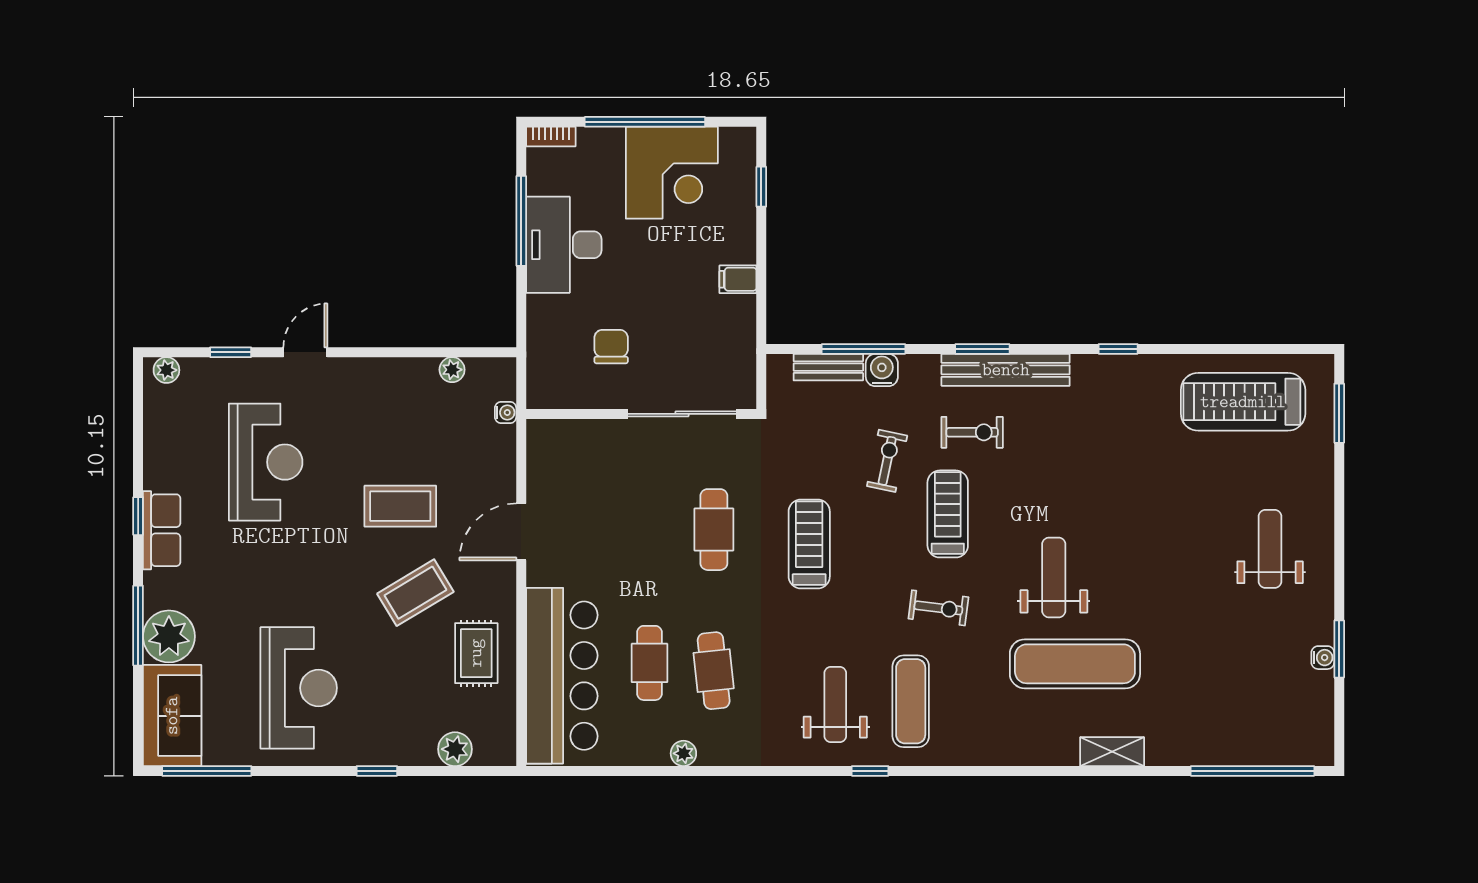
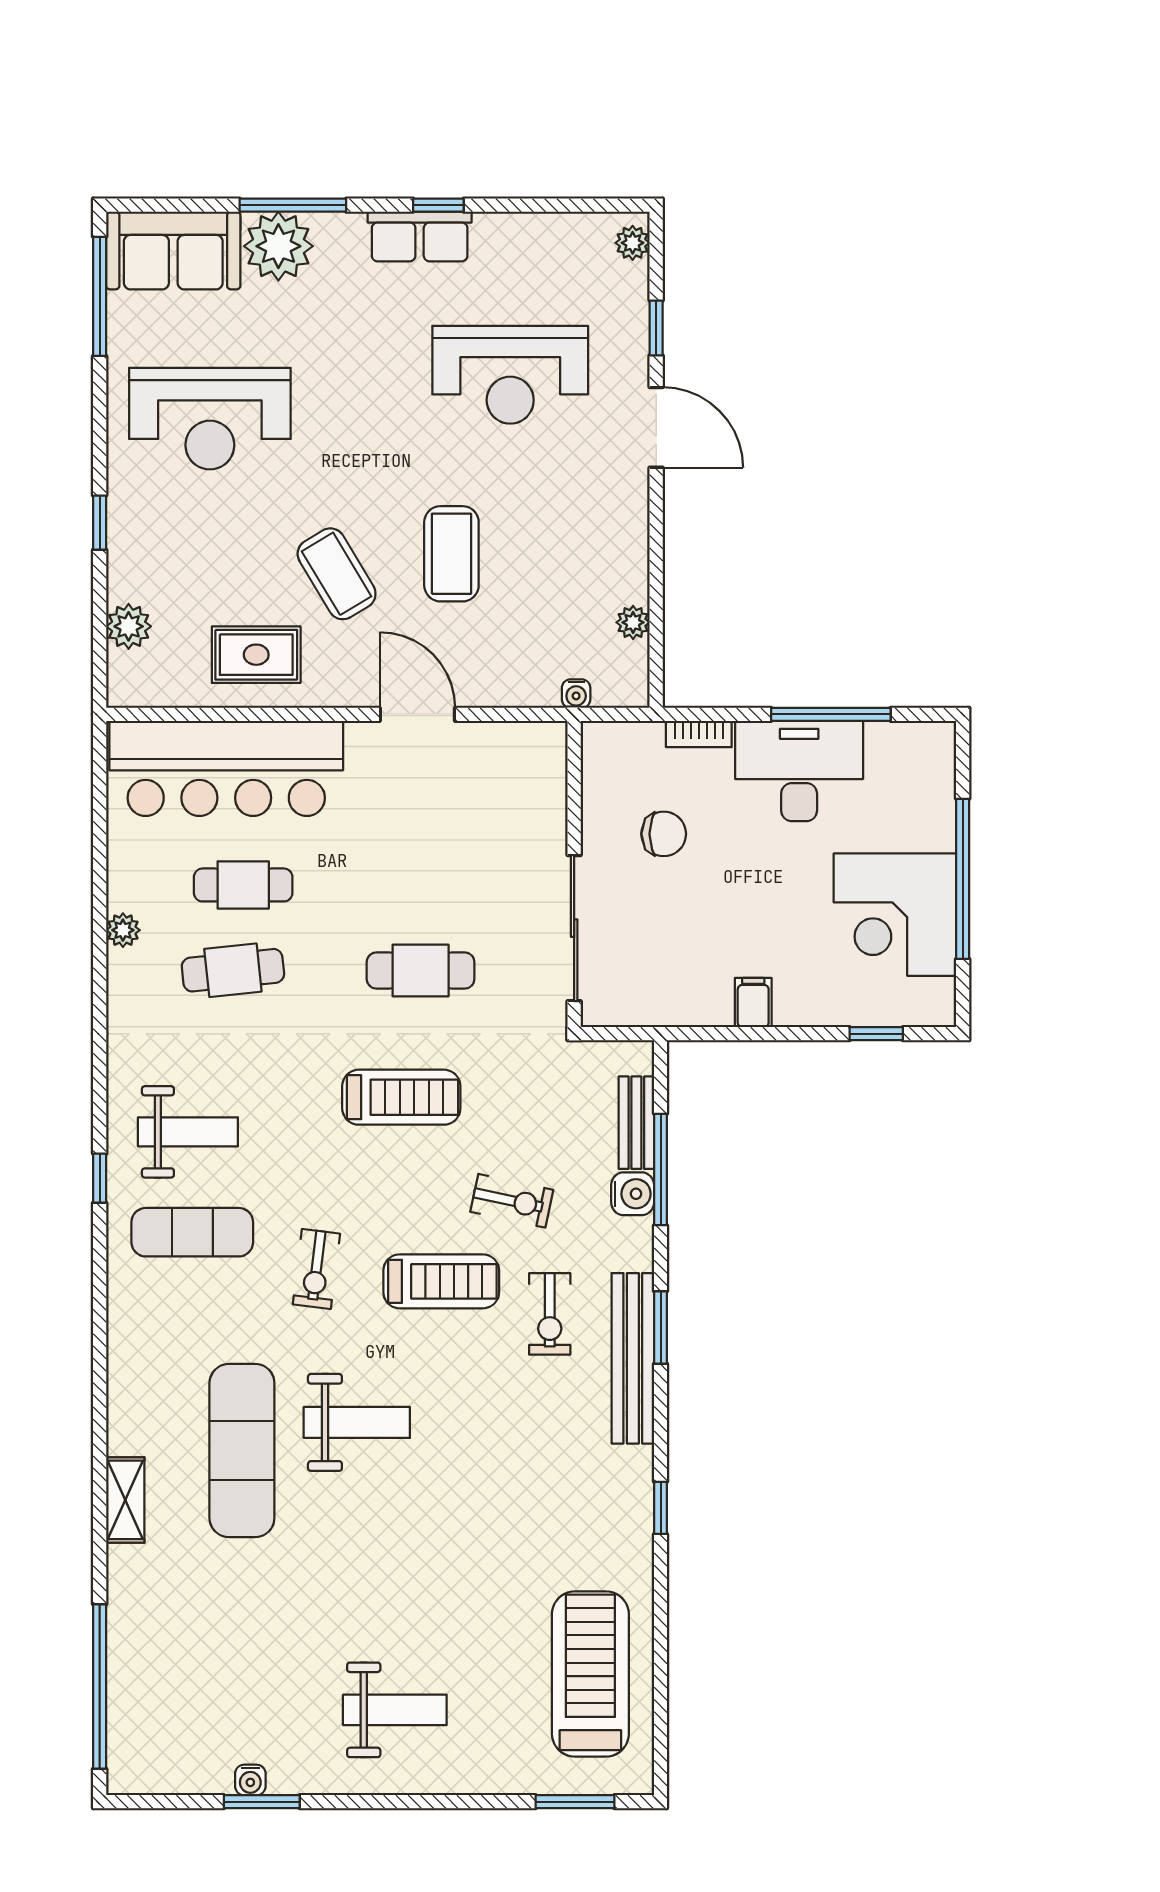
bookcase: (551, 137) -> (699, 734), moved, turned -90
door: (305, 352) -> (656, 427), width x1.38

